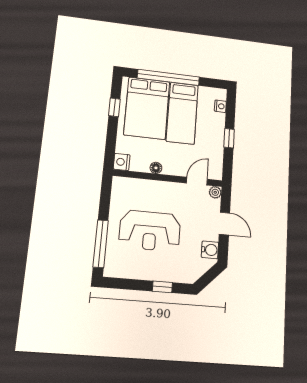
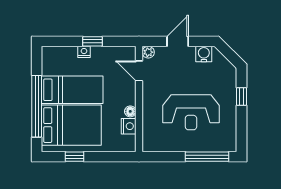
nightstand: (220, 106) -> (84, 52), moved
nightstand: (122, 162) -> (129, 126), moved, turned -90
reception desk: (150, 231) -> (191, 112), turned 90

